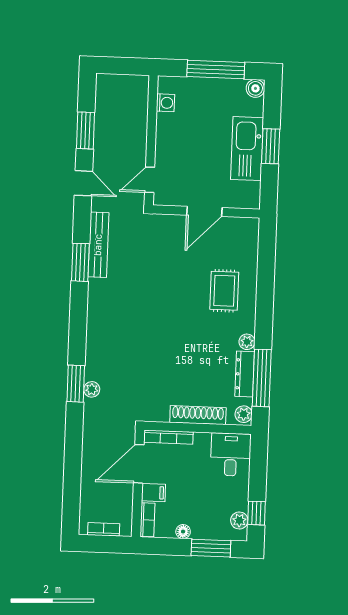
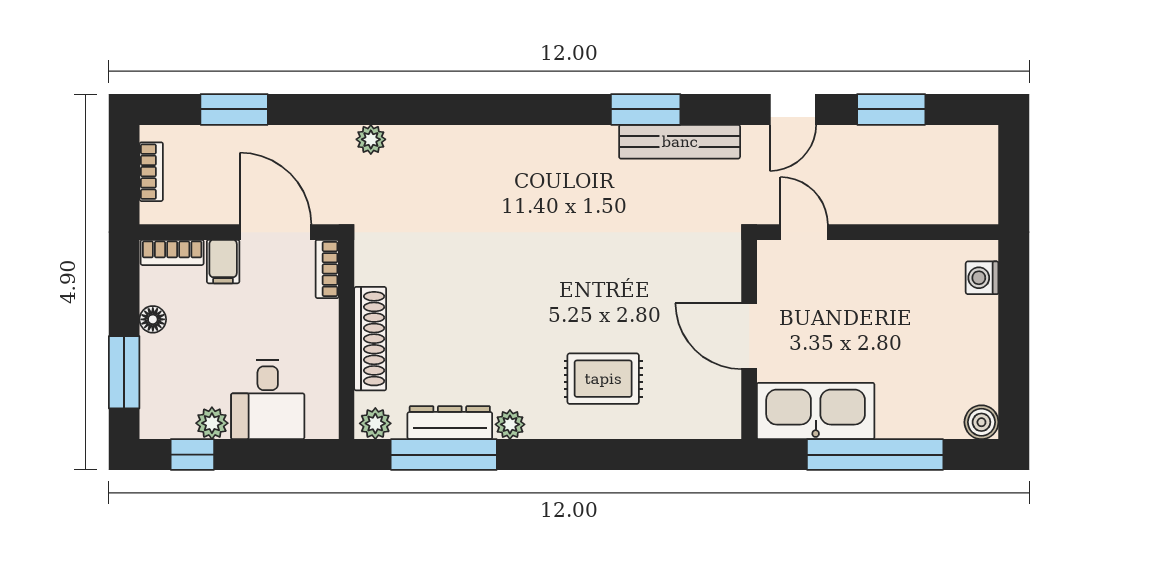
window: (216, 69) -> (1014, 347), removed
washing machine: (166, 103) -> (982, 278), moved, turned 90
window: (271, 146) -> (875, 455), width x2.11
kitchen sink: (247, 149) -> (816, 411), moved
window: (76, 384) -> (234, 109), moved
plant: (92, 389) -> (371, 139), moved
bookcase: (168, 437) -> (327, 269), width x0.64
desk: (231, 455) -> (268, 400), moved, turned 90
plant: (239, 520) -> (212, 423), moved

